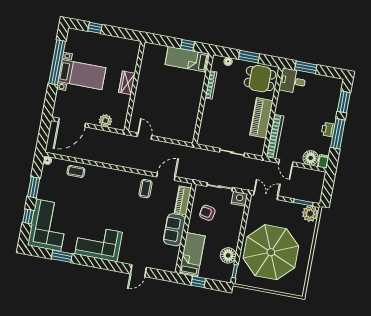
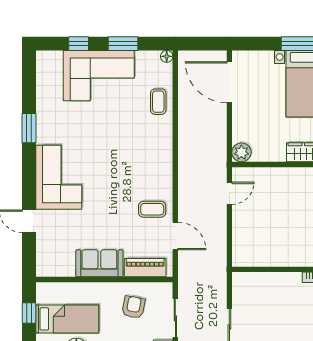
plant: (105, 121) -> (241, 152), moved
corner sofa: (48, 225) -> (99, 76), moved
corner sofa: (99, 243) -> (59, 177), moved
bed: (192, 255) -> (67, 319), moved
window: (62, 256) -> (29, 128), moved

